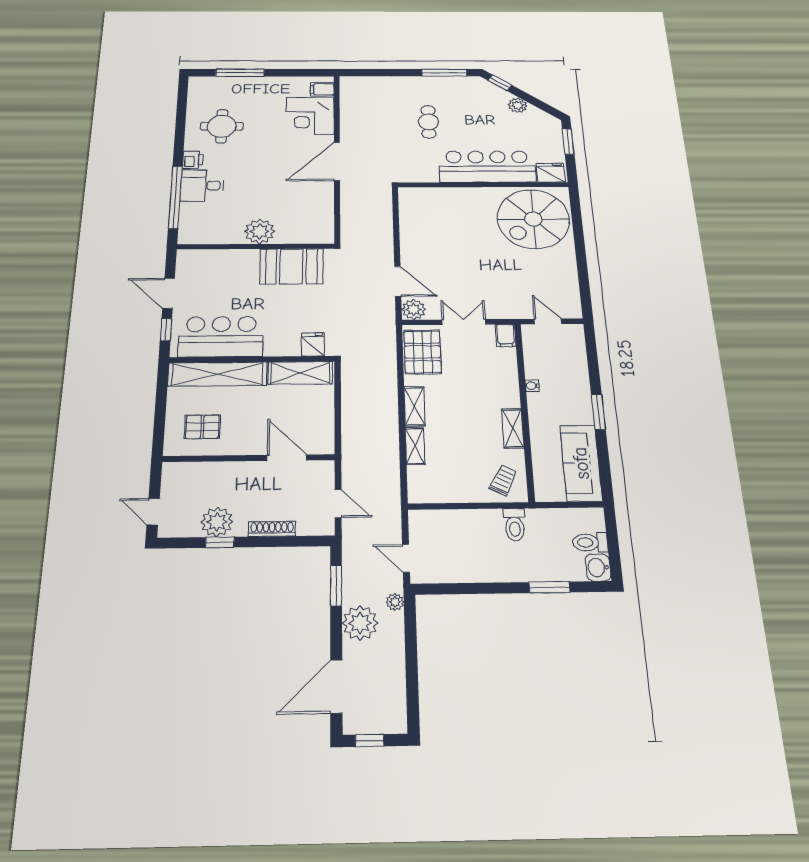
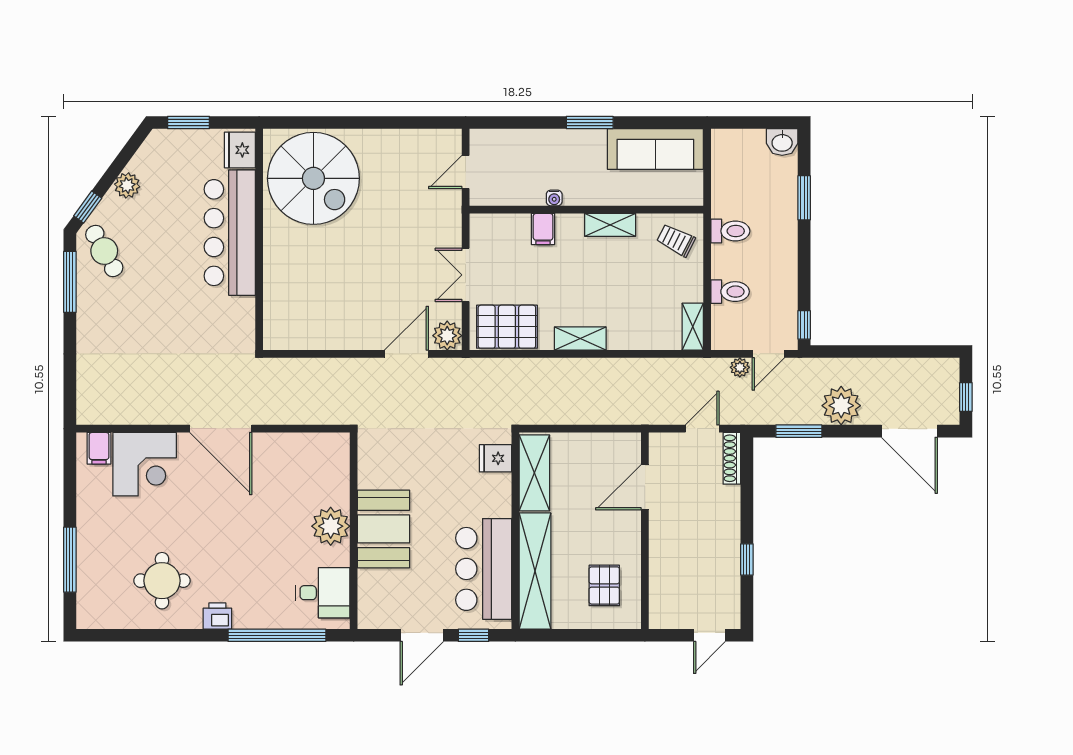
cafe table: (428, 122) -> (104, 251), moved, turned 61
desk: (202, 186) -> (323, 593), moved, turned -90
booth: (291, 266) -> (383, 529), moved
filing cabinet: (506, 335) -> (543, 229), moved, turned 90
shelving: (415, 446) -> (693, 327), moved, turned 90
plant: (217, 522) -> (723, 564), removed
shoe rack: (272, 529) -> (732, 458), moved
toilet: (590, 542) -> (730, 292), moved, turned -90
window: (434, 589) -> (804, 325), added
plant: (395, 602) -> (740, 367), moved

